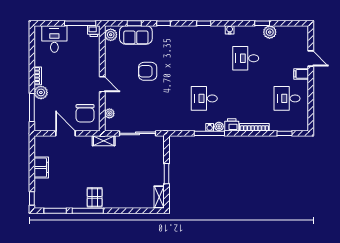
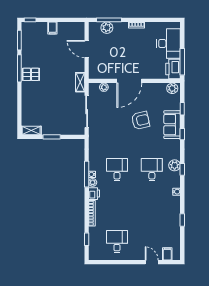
printer: (94, 31) -> (173, 69), width x1.87, depth x1.48
plant: (270, 32) -> (175, 165), moved
sofa: (136, 35) -> (172, 125), moved
desk: (54, 39) -> (169, 43), width x1.37
desk: (246, 58) -> (152, 170), moved
door: (311, 58) -> (152, 262), swing flipped
armchair: (148, 71) -> (141, 120), turned 77
filing cabinet: (301, 74) -> (167, 254), moved
door: (102, 84) -> (129, 81), width x1.88
plant: (41, 92) -> (107, 28), moved
chair: (85, 113) -> (104, 66), removed
door: (66, 133) -> (87, 49), swing flipped
filing cabinet: (41, 167) -> (52, 28), width x0.50

